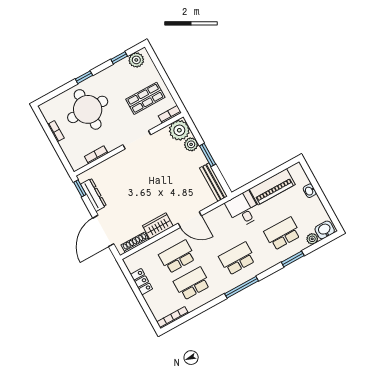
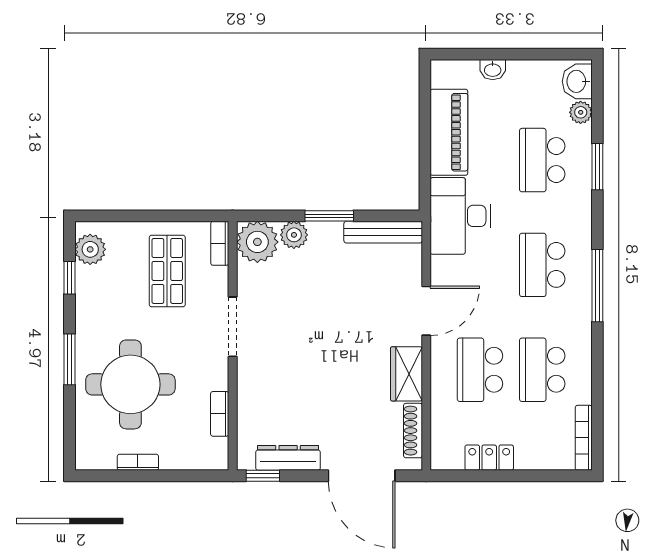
window: (84, 77) -> (70, 359), width x1.50
desk: (243, 209) -> (460, 216), width x1.37

